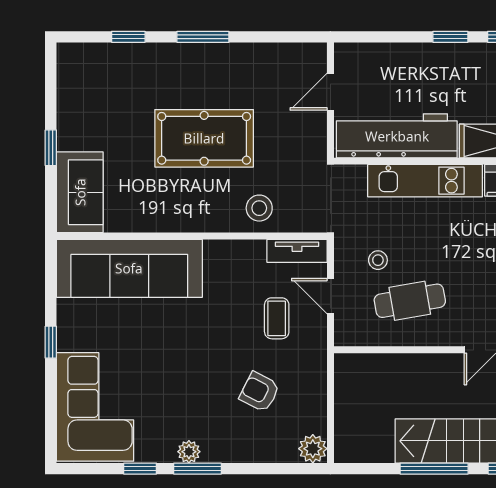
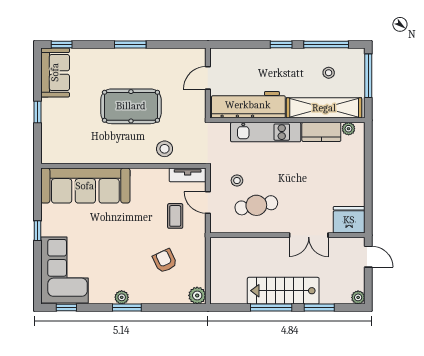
window: (128, 37) -> (62, 44), moved
sofa: (80, 192) -> (55, 72), moved
armchair: (260, 392) -> (165, 261), turned 38
window: (140, 469) -> (66, 308), moved

